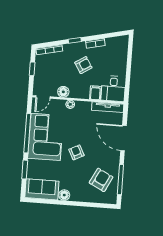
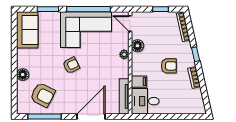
armchair: (83, 65) -> (169, 66), turned -58
floor lamp: (64, 195) -> (23, 75), moved

